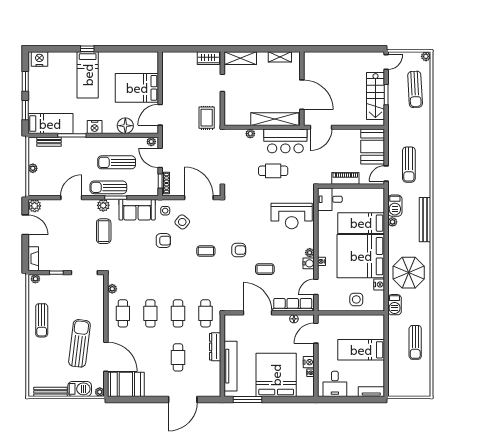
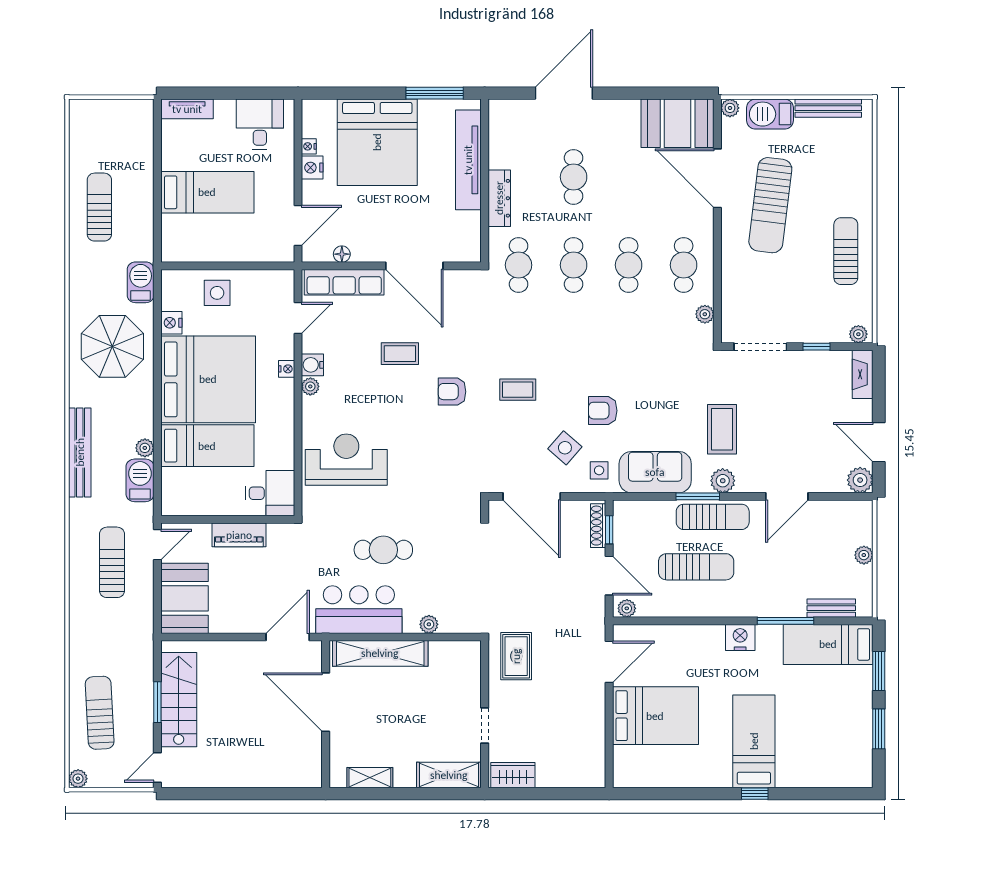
nightstand: (39, 59) -> (850, 773), removed
floor lamp: (125, 126) -> (679, 640), removed

